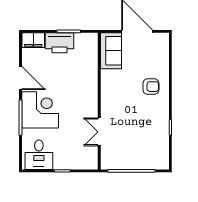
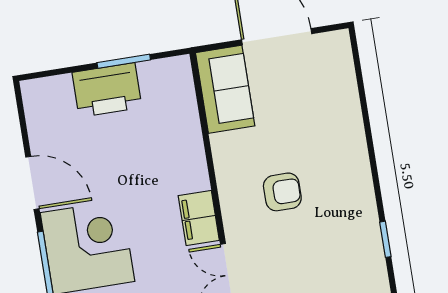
filing cabinet: (33, 40) -> (199, 218), moved, turned 90
armchair: (151, 87) -> (282, 192), moved

